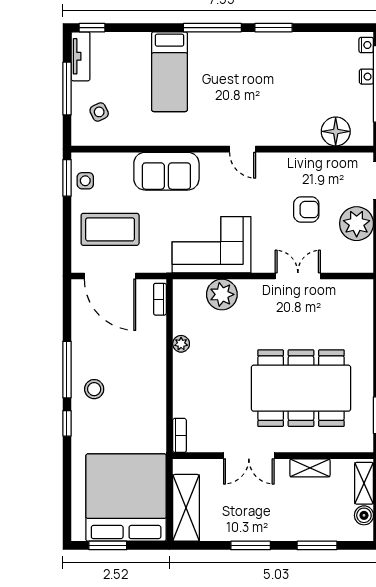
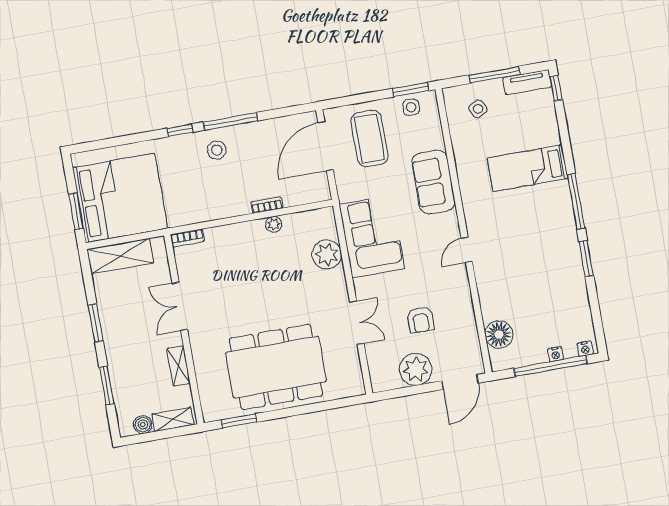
bookcase: (160, 299) -> (267, 205), moved
dining table: (301, 388) -> (276, 367), moved, turned 90
window: (108, 545) -> (76, 211), moved

